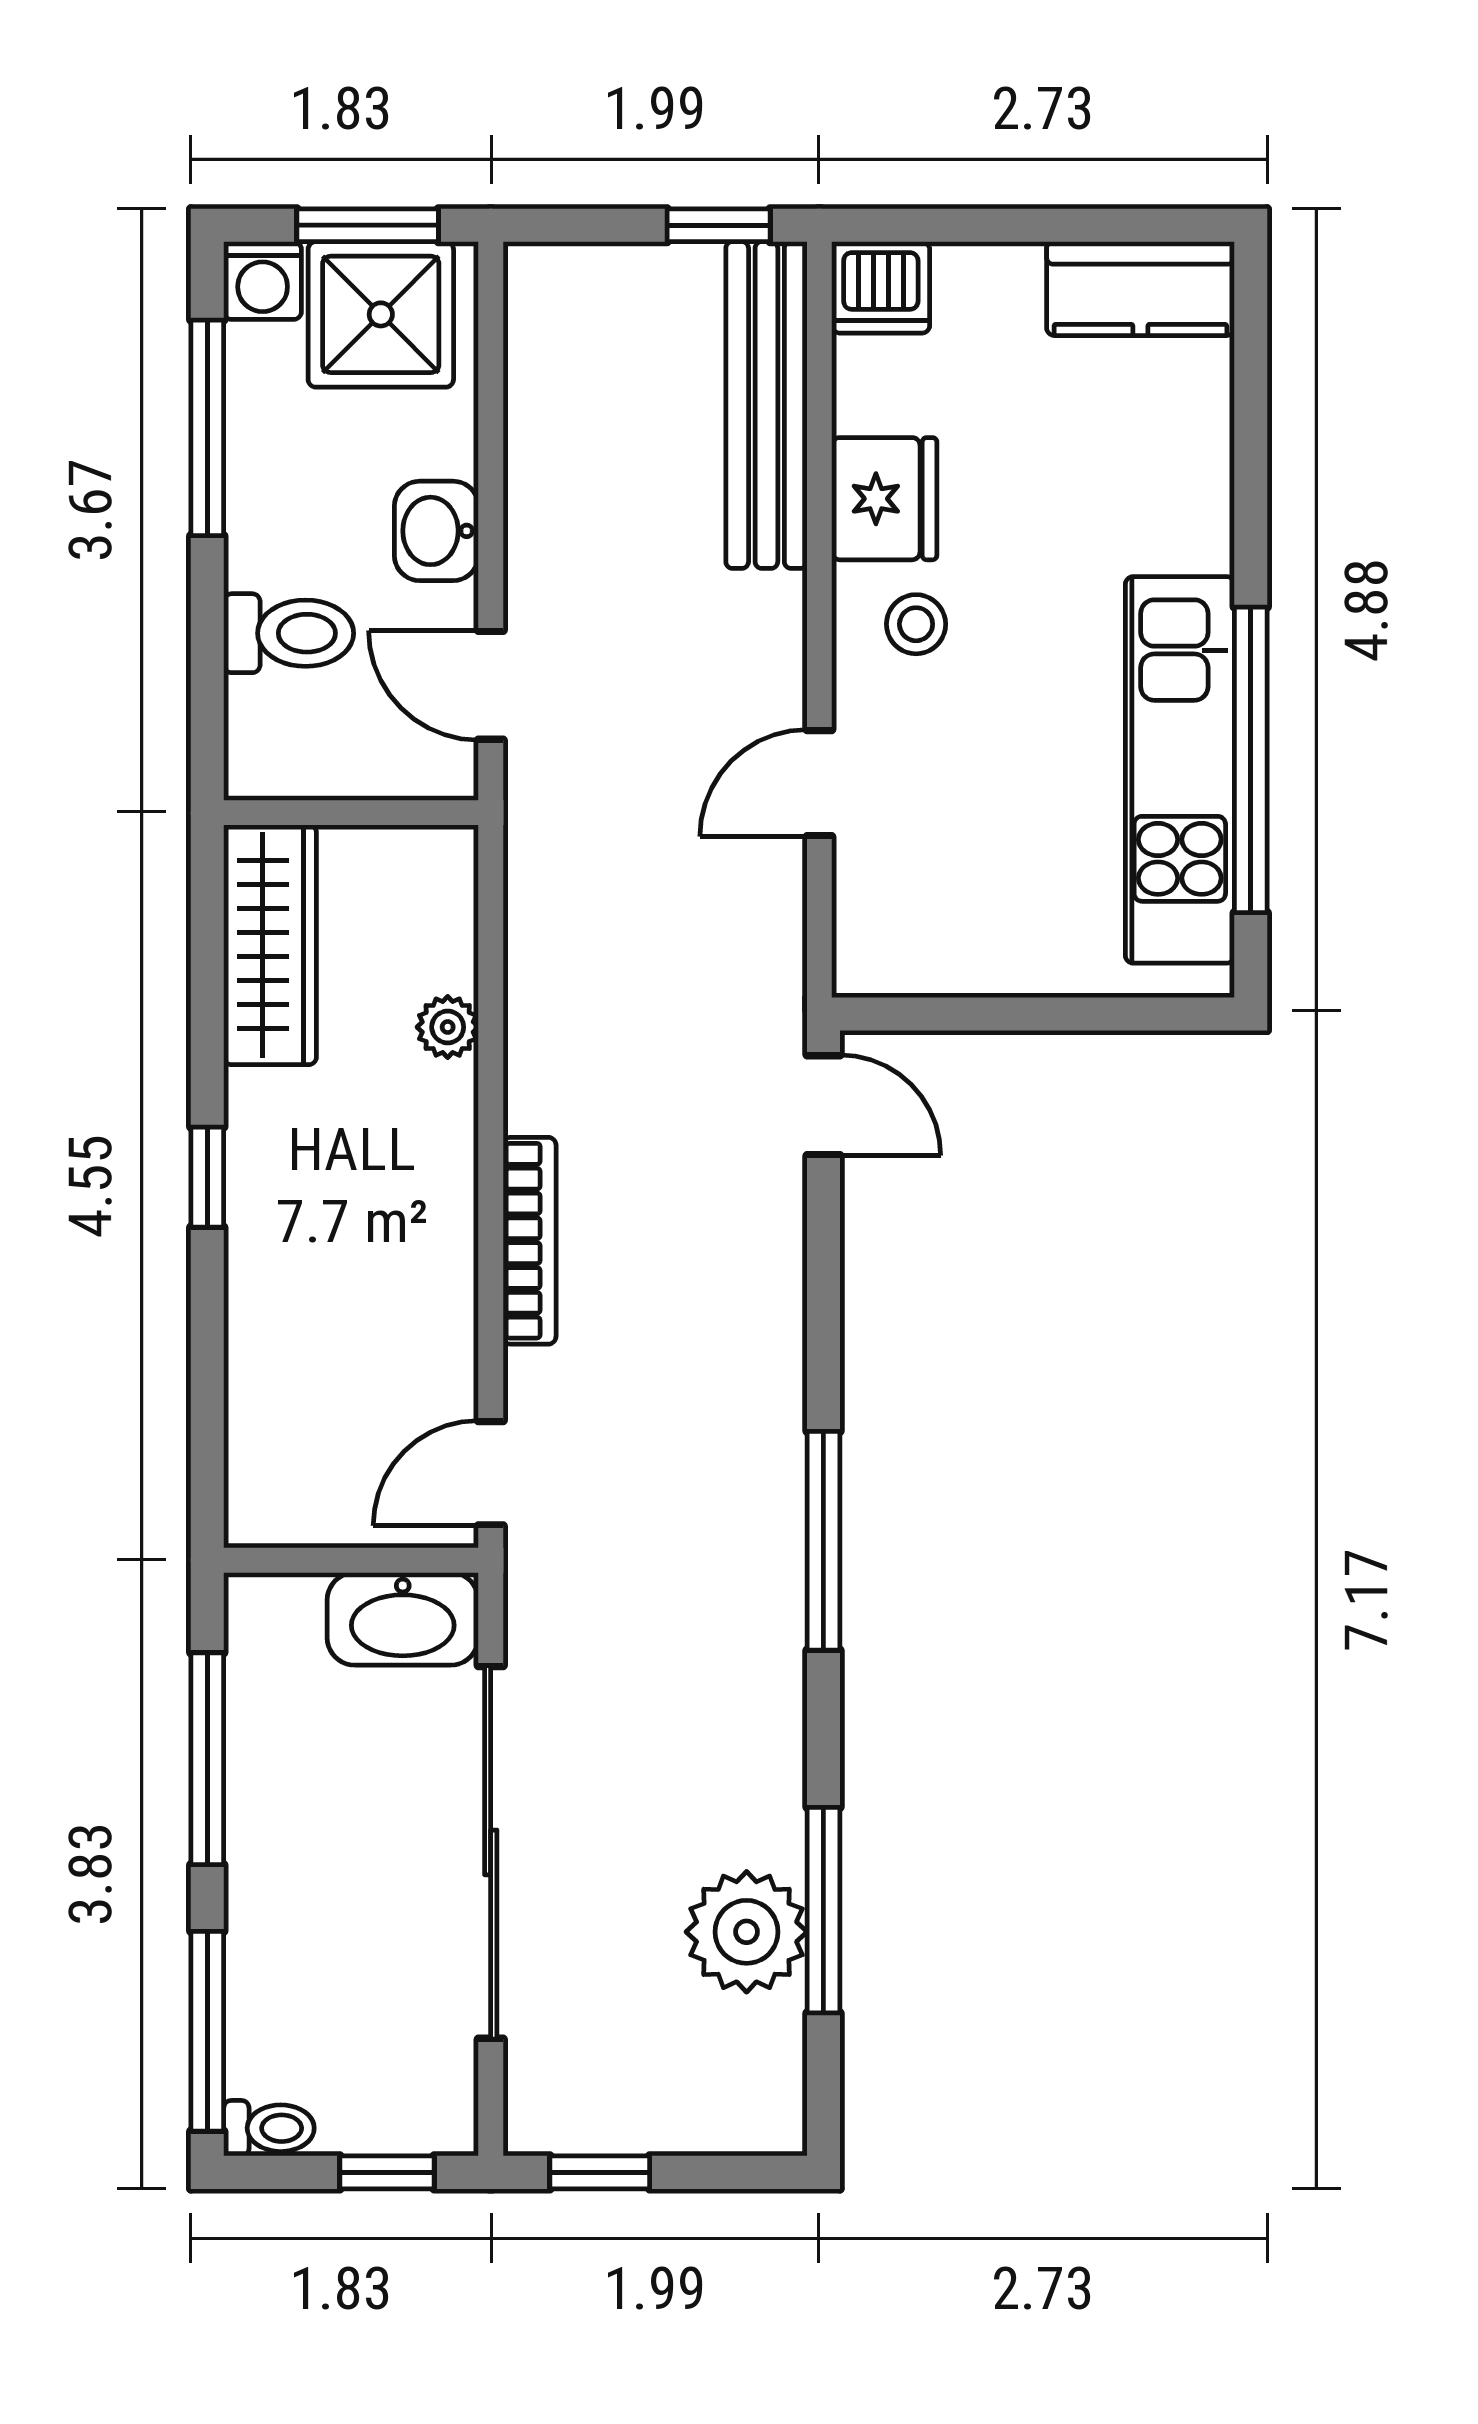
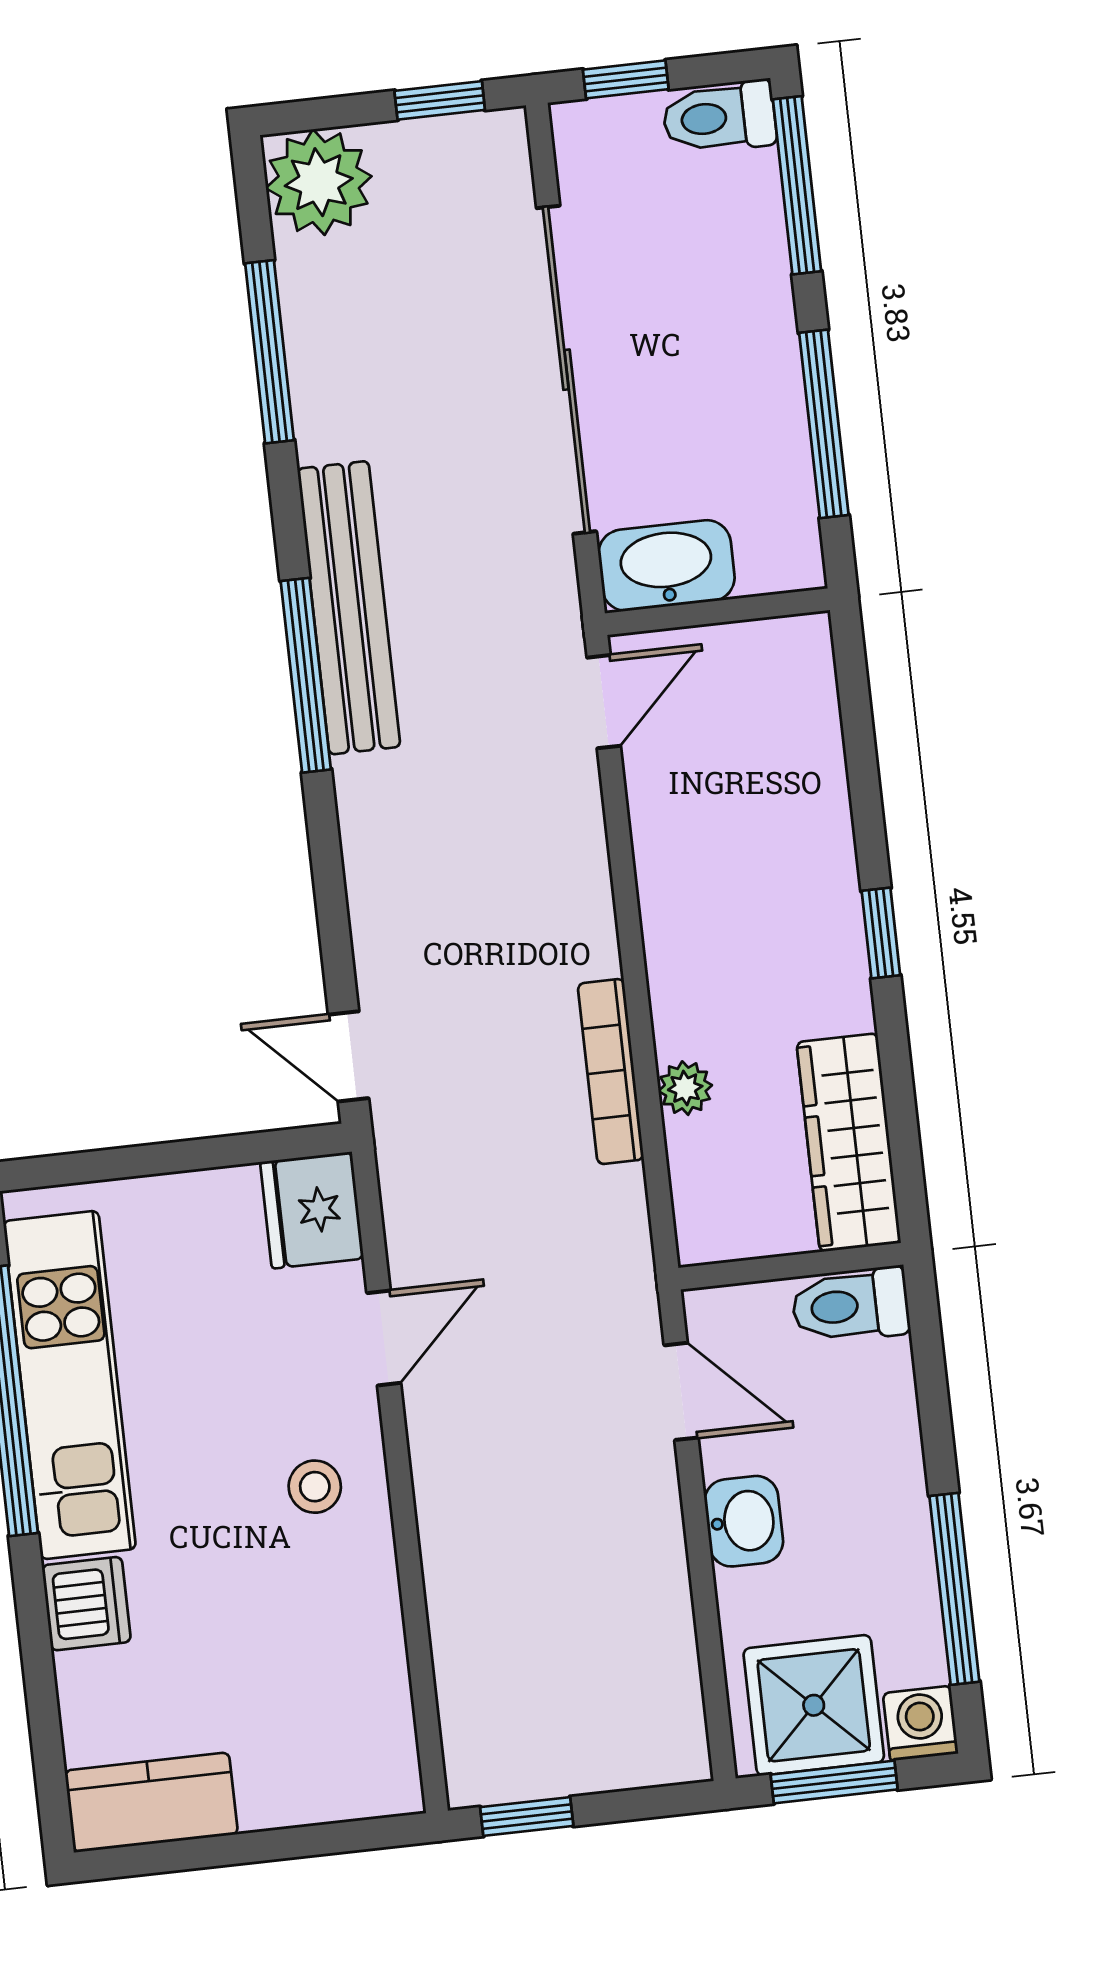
dishwasher: (881, 287) -> (86, 1604), moved, turned 90
bench: (766, 405) -> (349, 608), moved
fridge: (884, 499) -> (312, 1210), moved
toilet: (289, 633) -> (851, 1305), moved
bookcase: (530, 1241) -> (611, 1072), moved
plant: (747, 1932) -> (319, 182), moved
toilet: (269, 2128) -> (719, 117), width x1.37, depth x1.39

